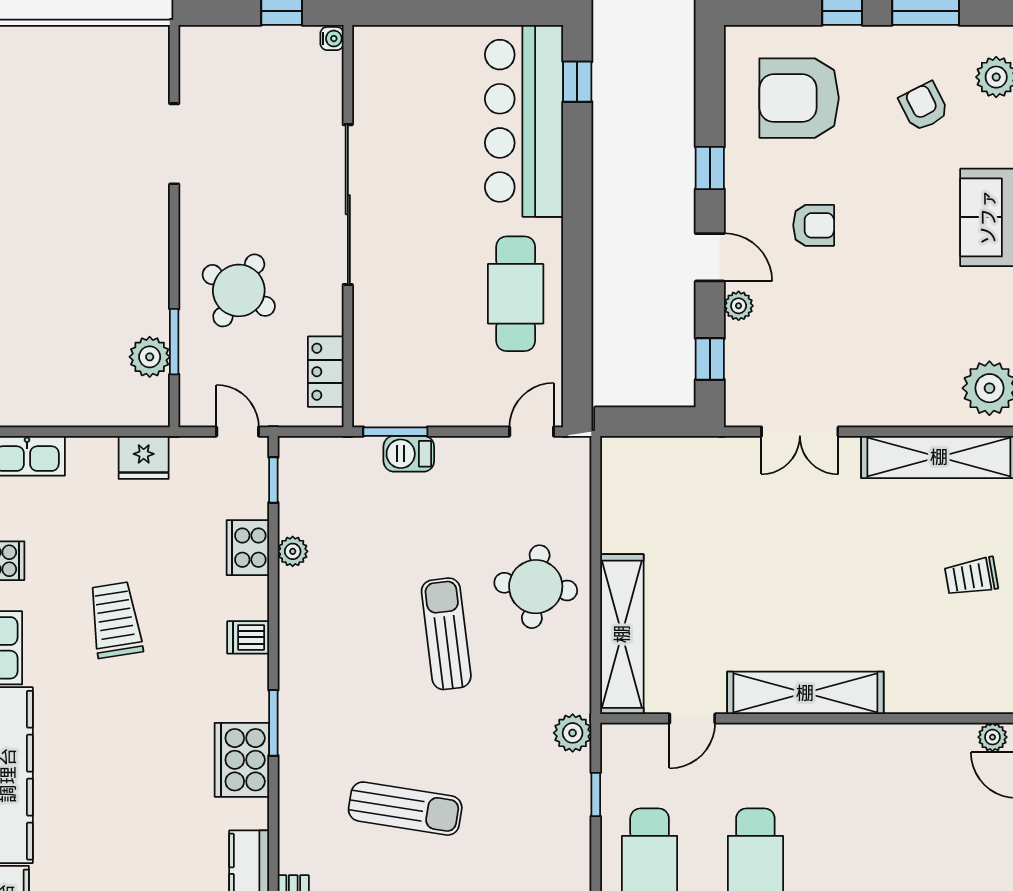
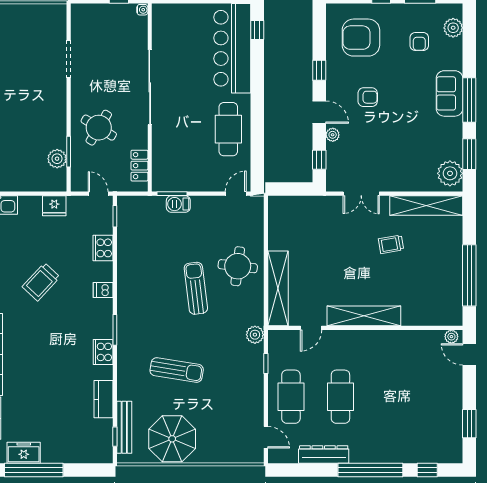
armchair: (924, 106) -> (419, 42), turned -153
plant: (293, 551) -> (124, 250), removed
trolley: (971, 577) -> (391, 244), moved
trolley: (115, 620) -> (41, 282), turned -128
cooker: (242, 760) -> (103, 352), width x0.73, depth x0.76

